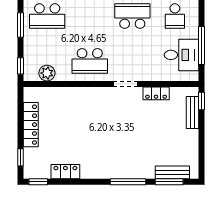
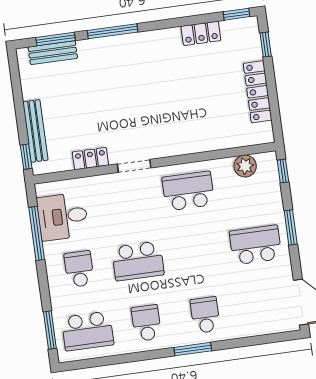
bench: (192, 113) -> (35, 131), width x1.36

